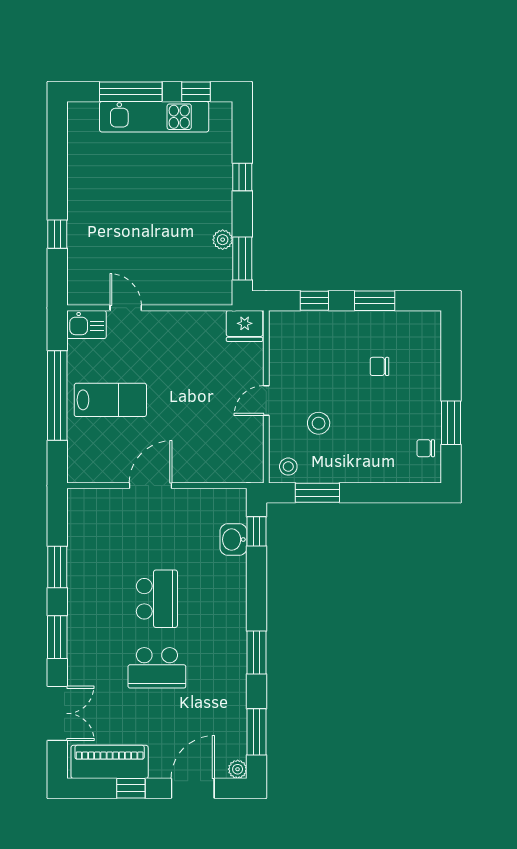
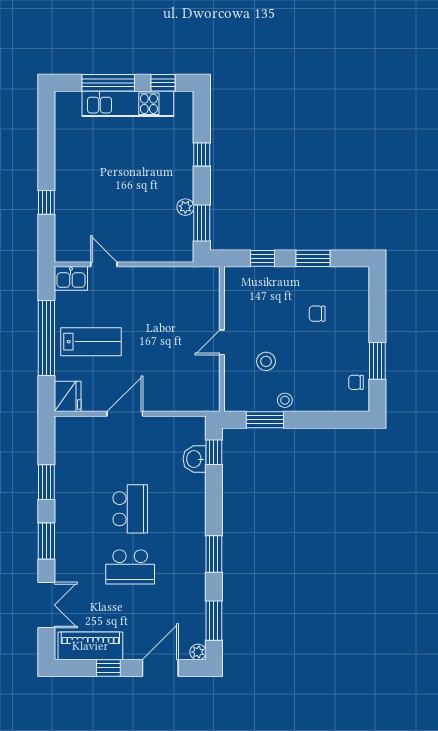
fridge: (245, 326) -> (68, 396), moved, turned -90
stool: (288, 467) -> (285, 400), moved

